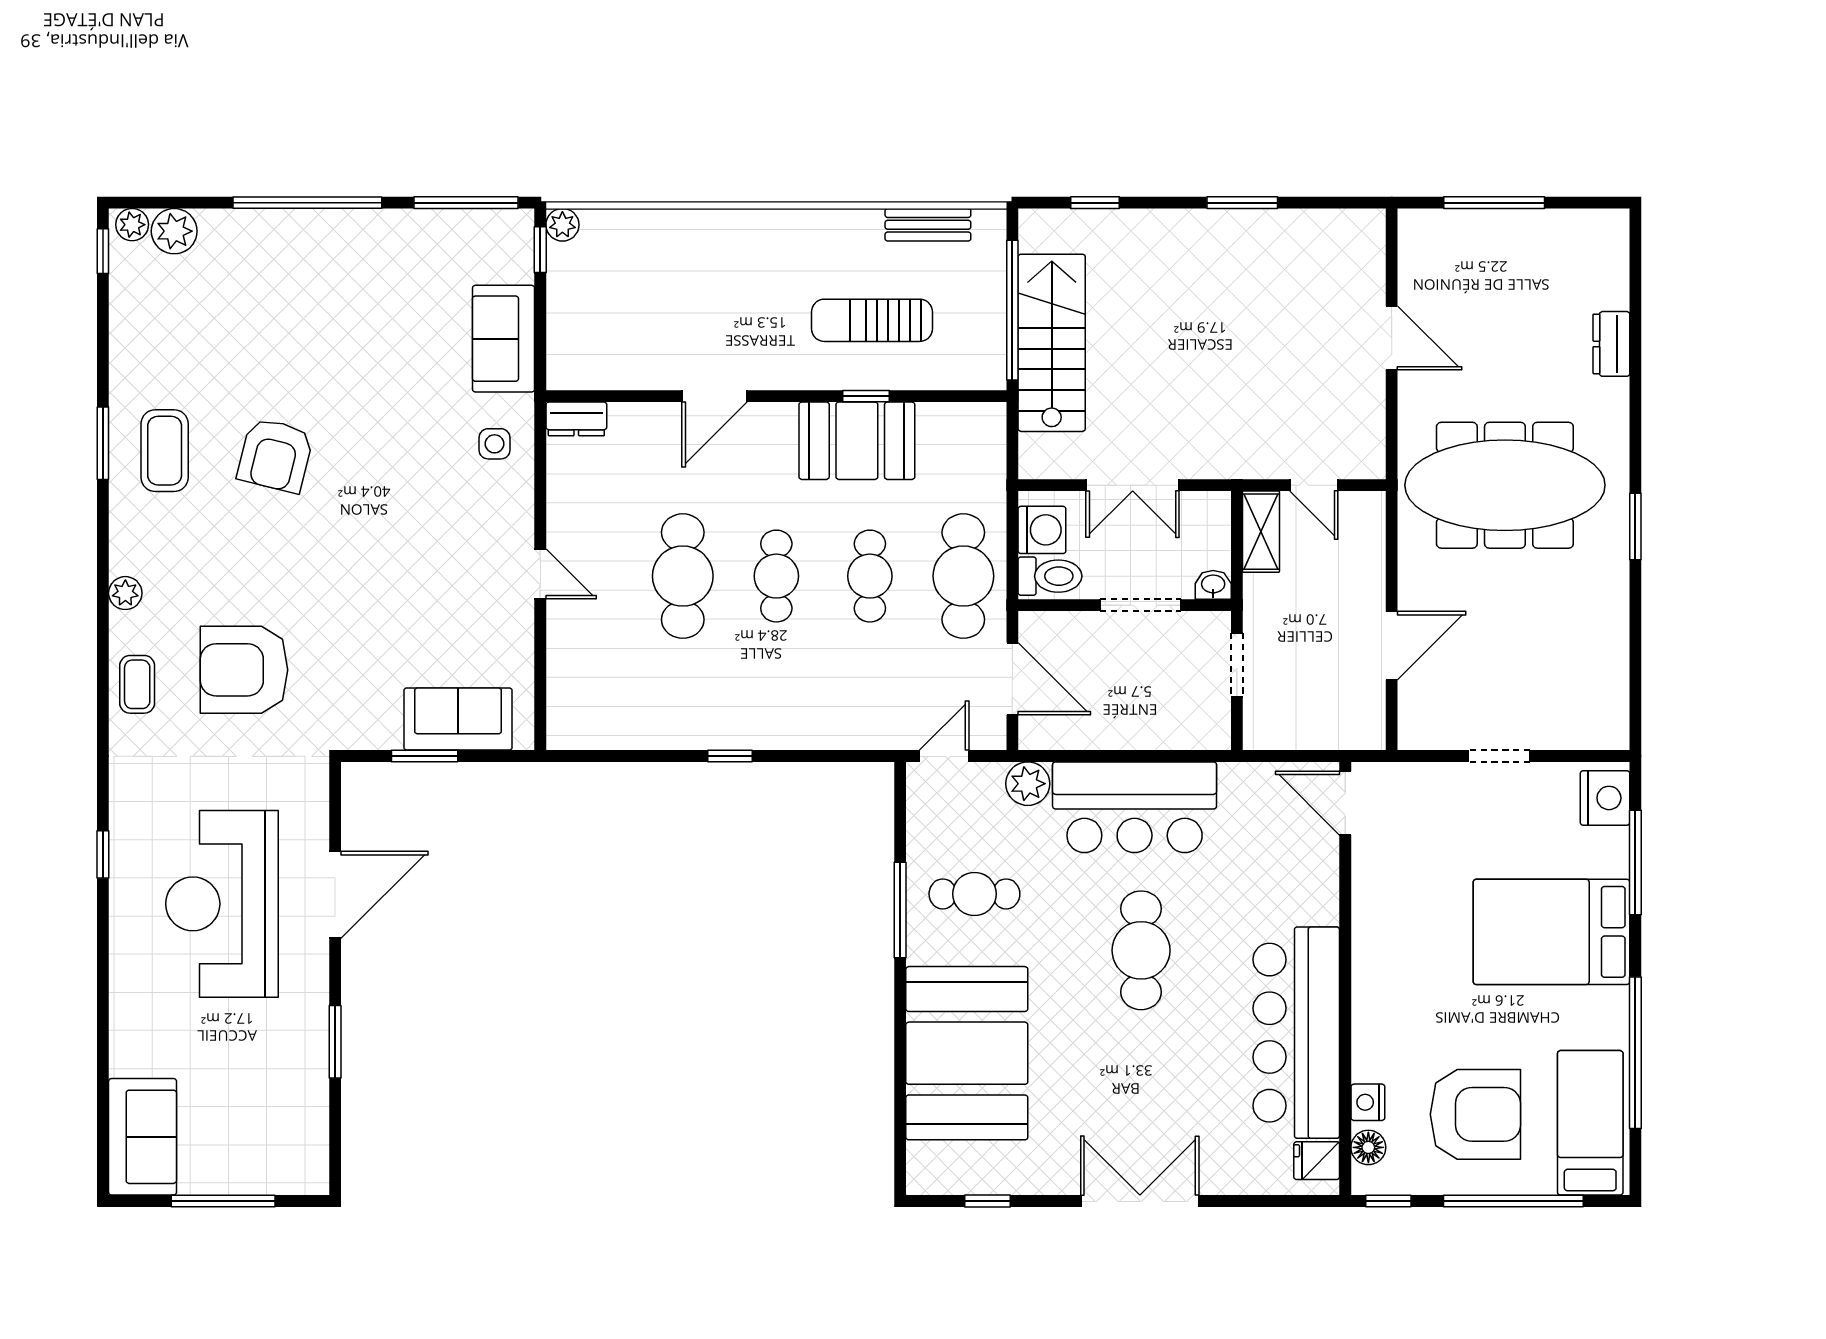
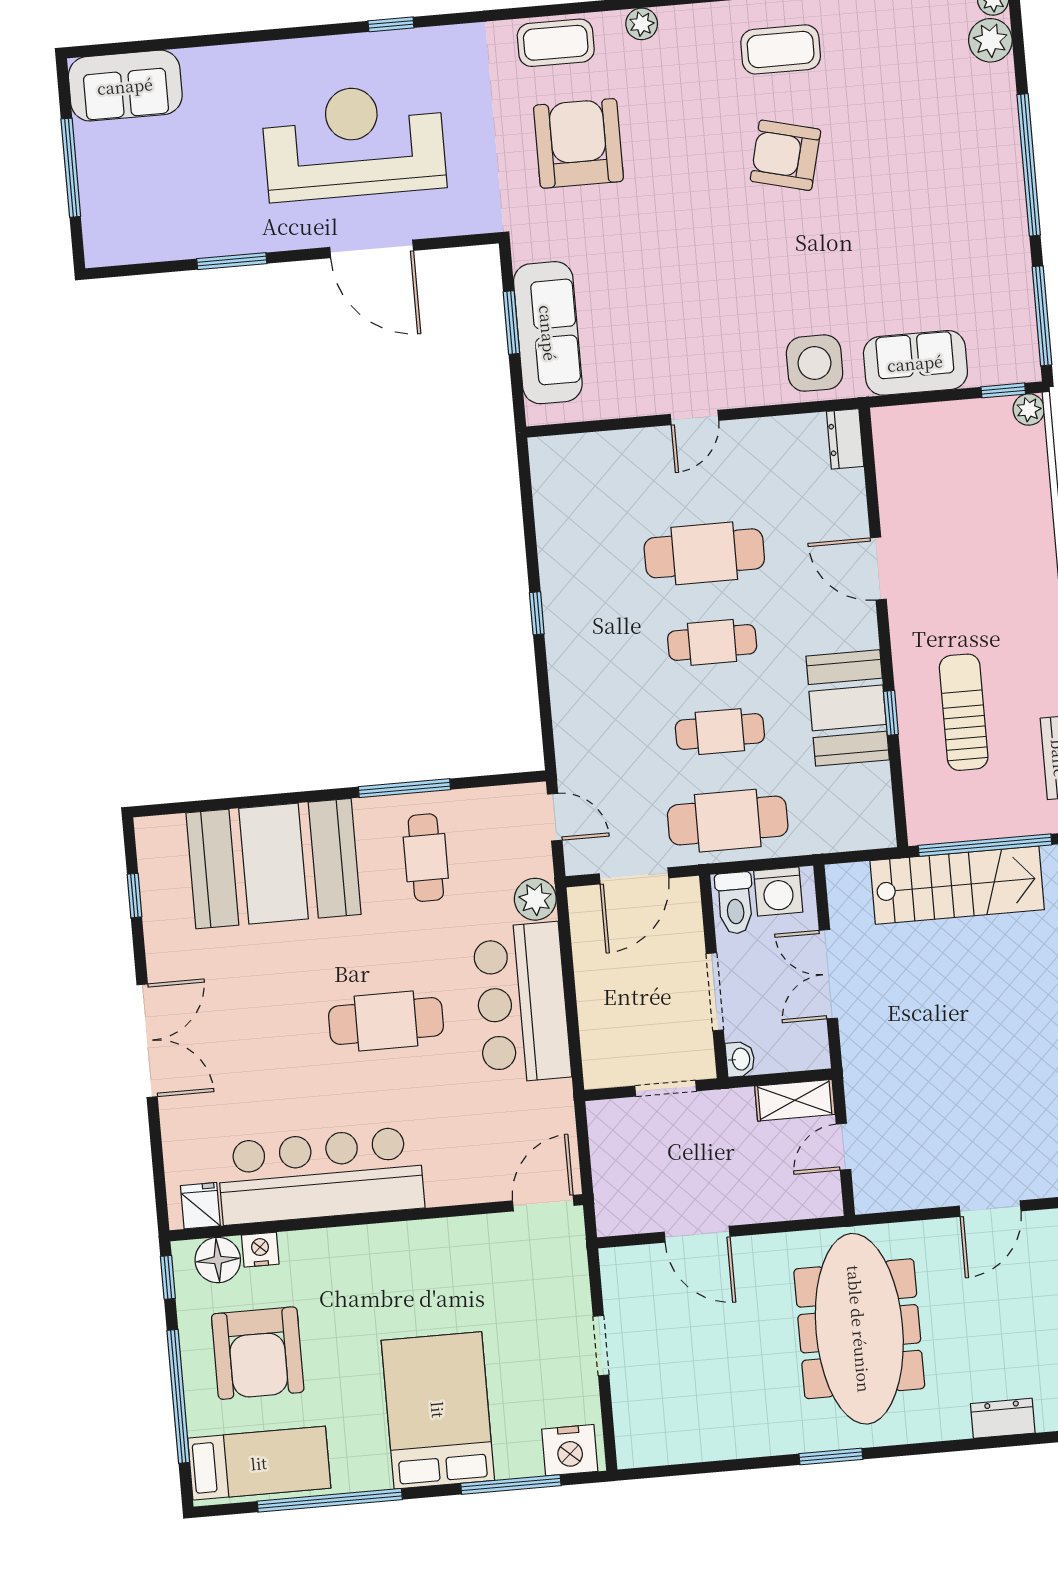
side table: (494, 444) -> (815, 363), width x1.87, depth x1.87
coffee table: (137, 684) -> (556, 43), width x1.36, depth x1.30
sofa: (458, 719) -> (548, 333), width x1.36
floor lamp: (1368, 1147) -> (218, 1260), width x1.38, depth x1.38

